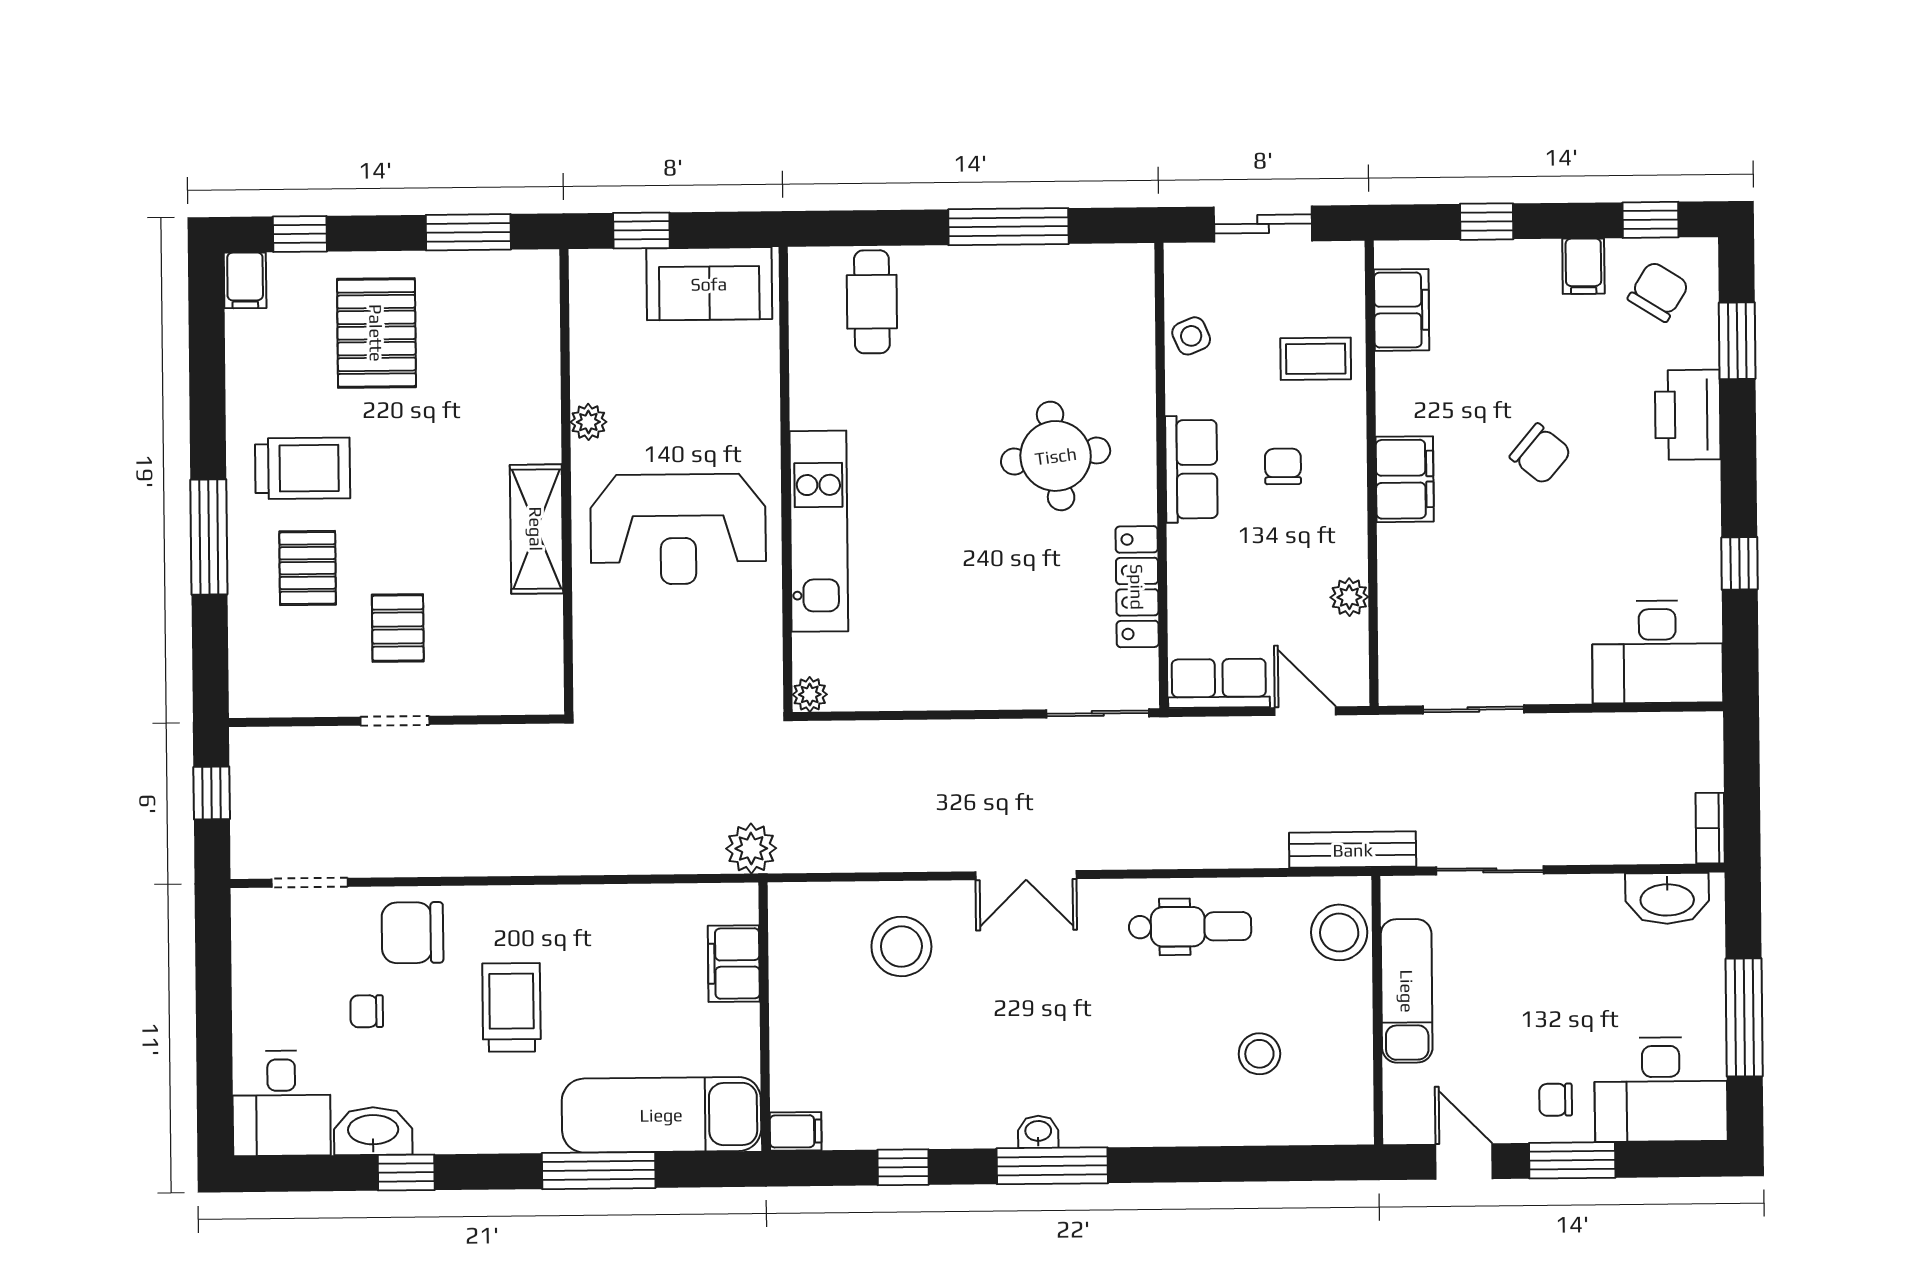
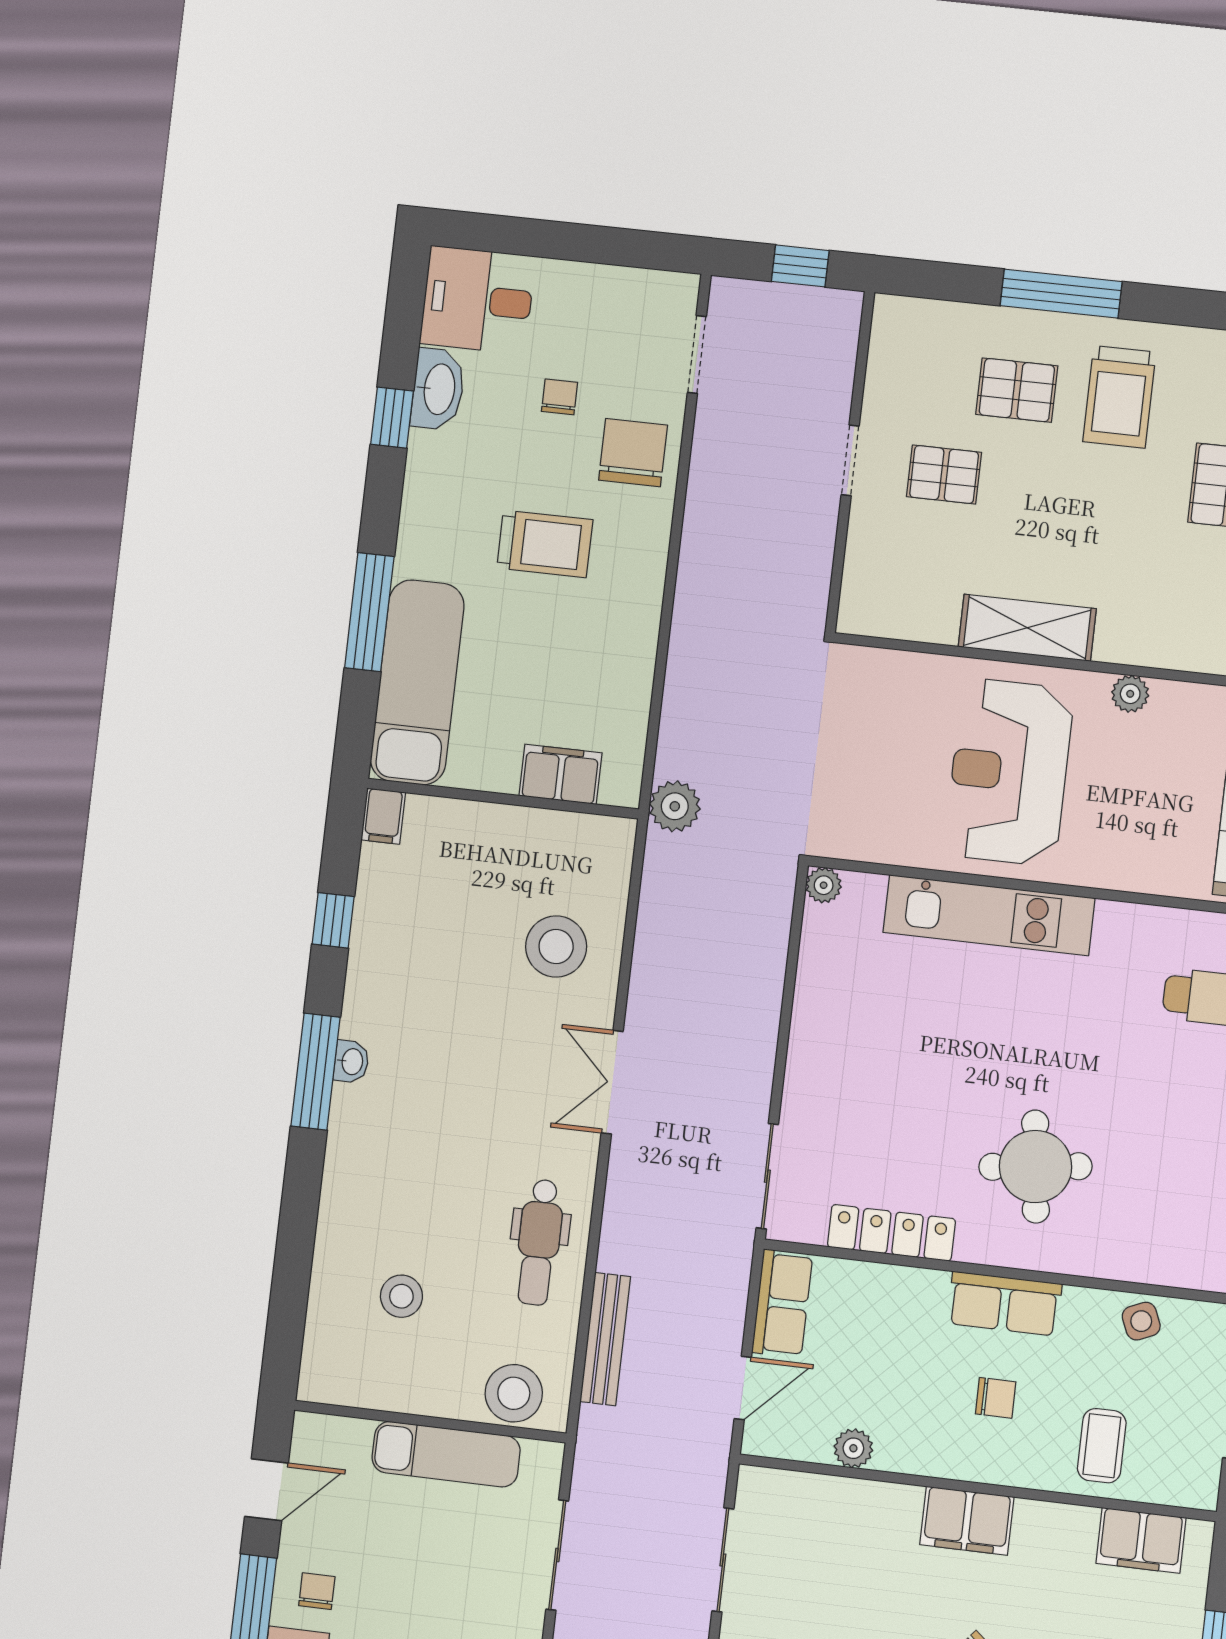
bench: (1353, 850) -> (605, 1339), moved

